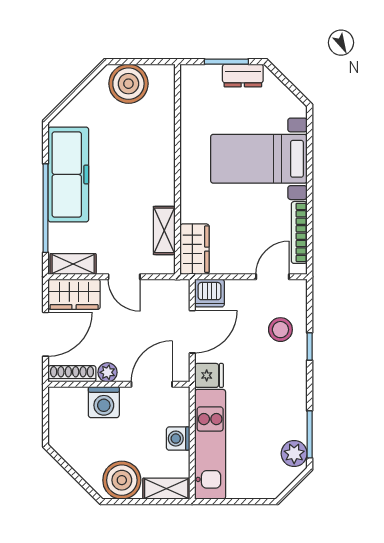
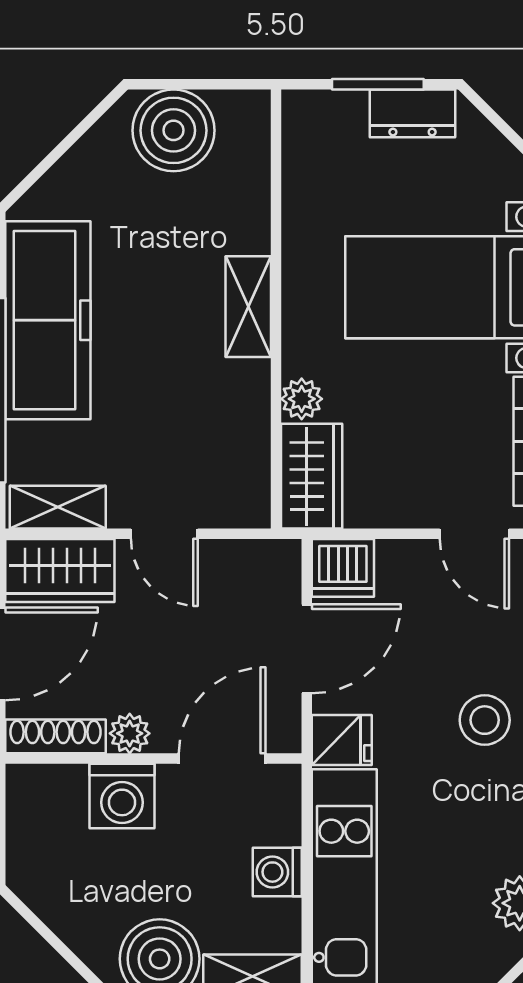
plant: (190, 212) -> (302, 399), added
shelving: (164, 230) -> (248, 307), moved
door: (272, 277) -> (474, 534), swing flipped
stool: (280, 330) -> (485, 720), moved

